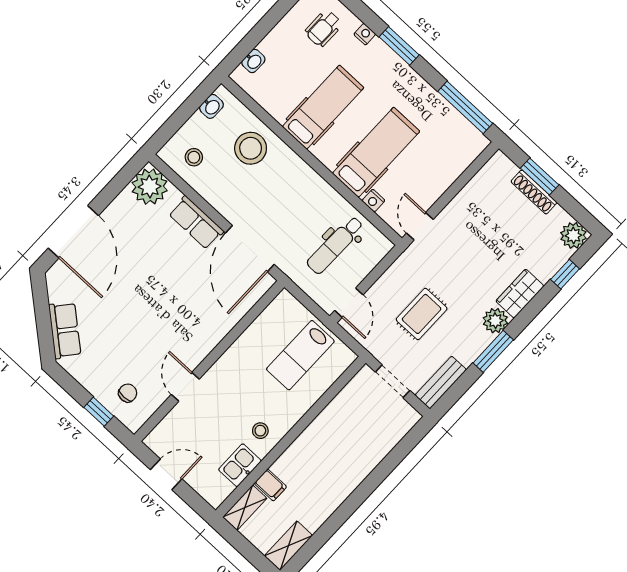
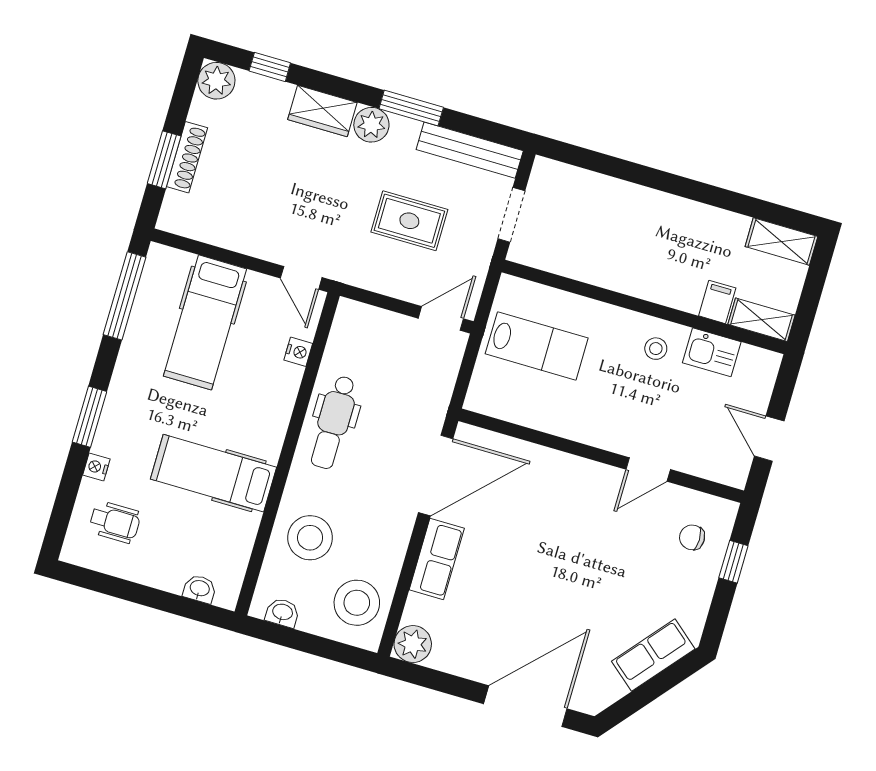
hospital bed: (376, 152) -> (205, 322), moved, turned -90
stool: (194, 157) -> (357, 603), width x1.89, depth x1.89
plant: (150, 187) -> (413, 644), width x0.73, depth x0.73
door: (420, 226) -> (301, 278), hinge flipped
dental chair: (335, 245) -> (333, 422), moved, turned 89
bench: (441, 383) -> (470, 150), width x1.36

